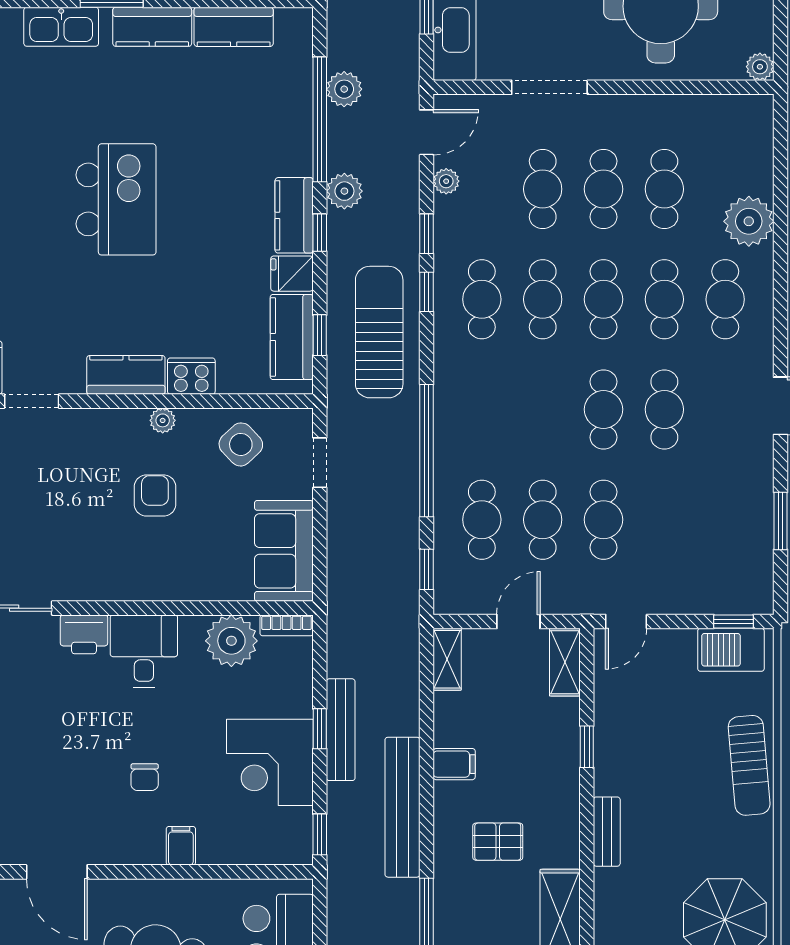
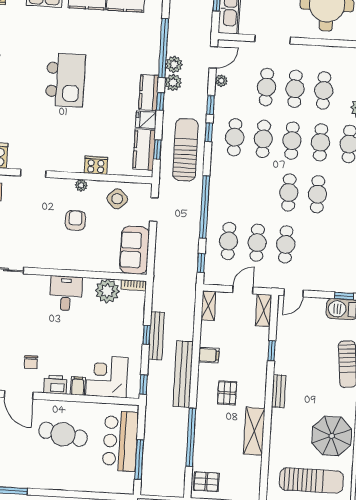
plant: (344, 89) -> (174, 64), moved
kitchen counter: (126, 375) -> (65, 163), removed
doorway: (32, 401) -> (33, 173), moved
printer: (84, 634) -> (55, 385), moved, turned 180
corner desk: (270, 762) -> (107, 376), moved, turned 90
chair: (145, 777) -> (31, 362), moved
pallet: (498, 842) -> (227, 393), turned 90

